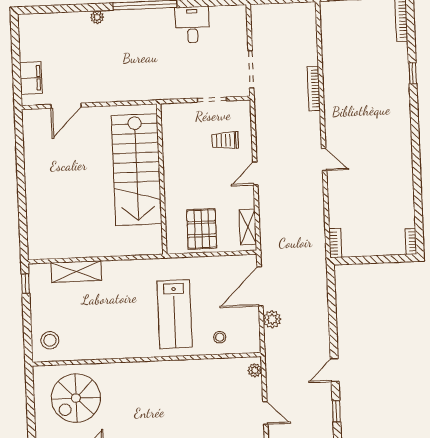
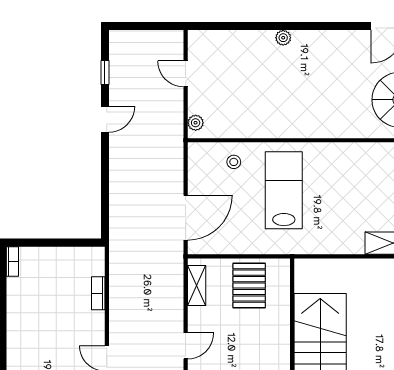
bookcase: (335, 243) -> (98, 293), moved
plant: (272, 319) -> (173, 180), removed

